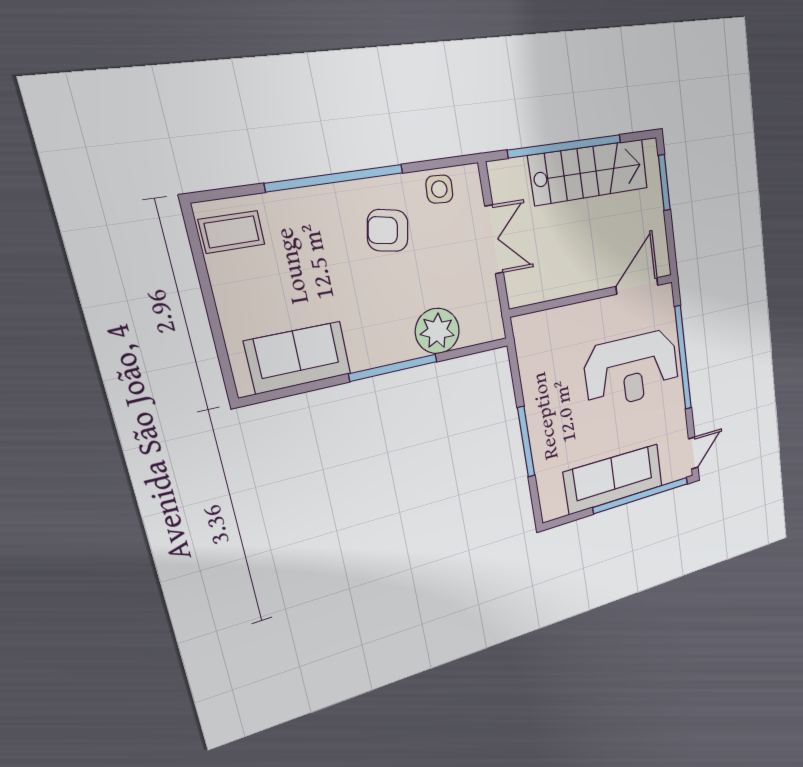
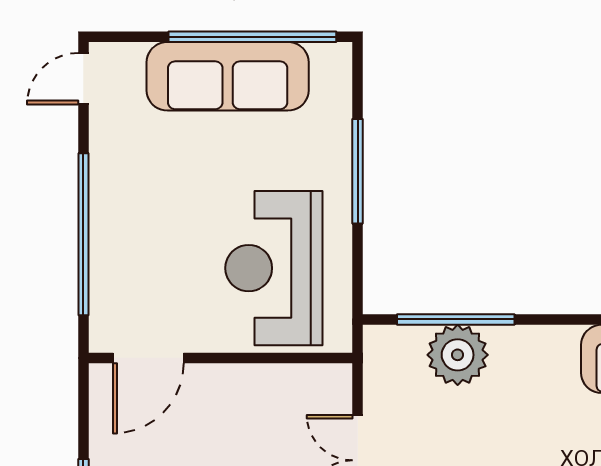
window: (393, 368) -> (456, 319), moved
reception desk: (632, 369) -> (274, 268), moved, turned -90
window: (641, 495) -> (252, 37), moved

